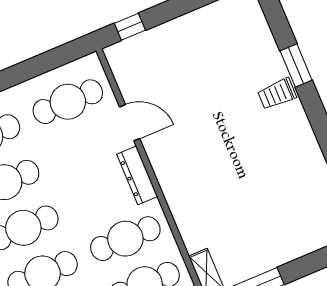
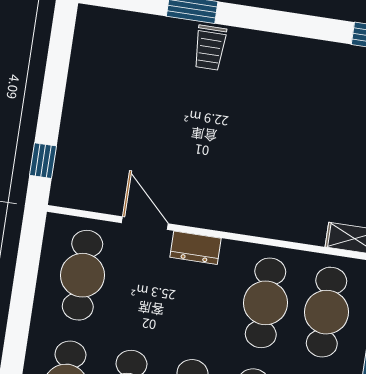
door: (130, 123) -> (145, 223), hinge flipped
dresser: (137, 175) -> (196, 248), width x0.70

